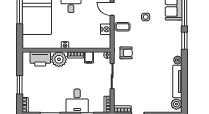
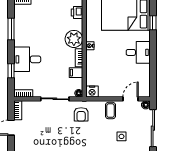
nightstand: (106, 29) -> (92, 91), moved
printer: (40, 59) -> (77, 13), width x0.53, depth x0.68

